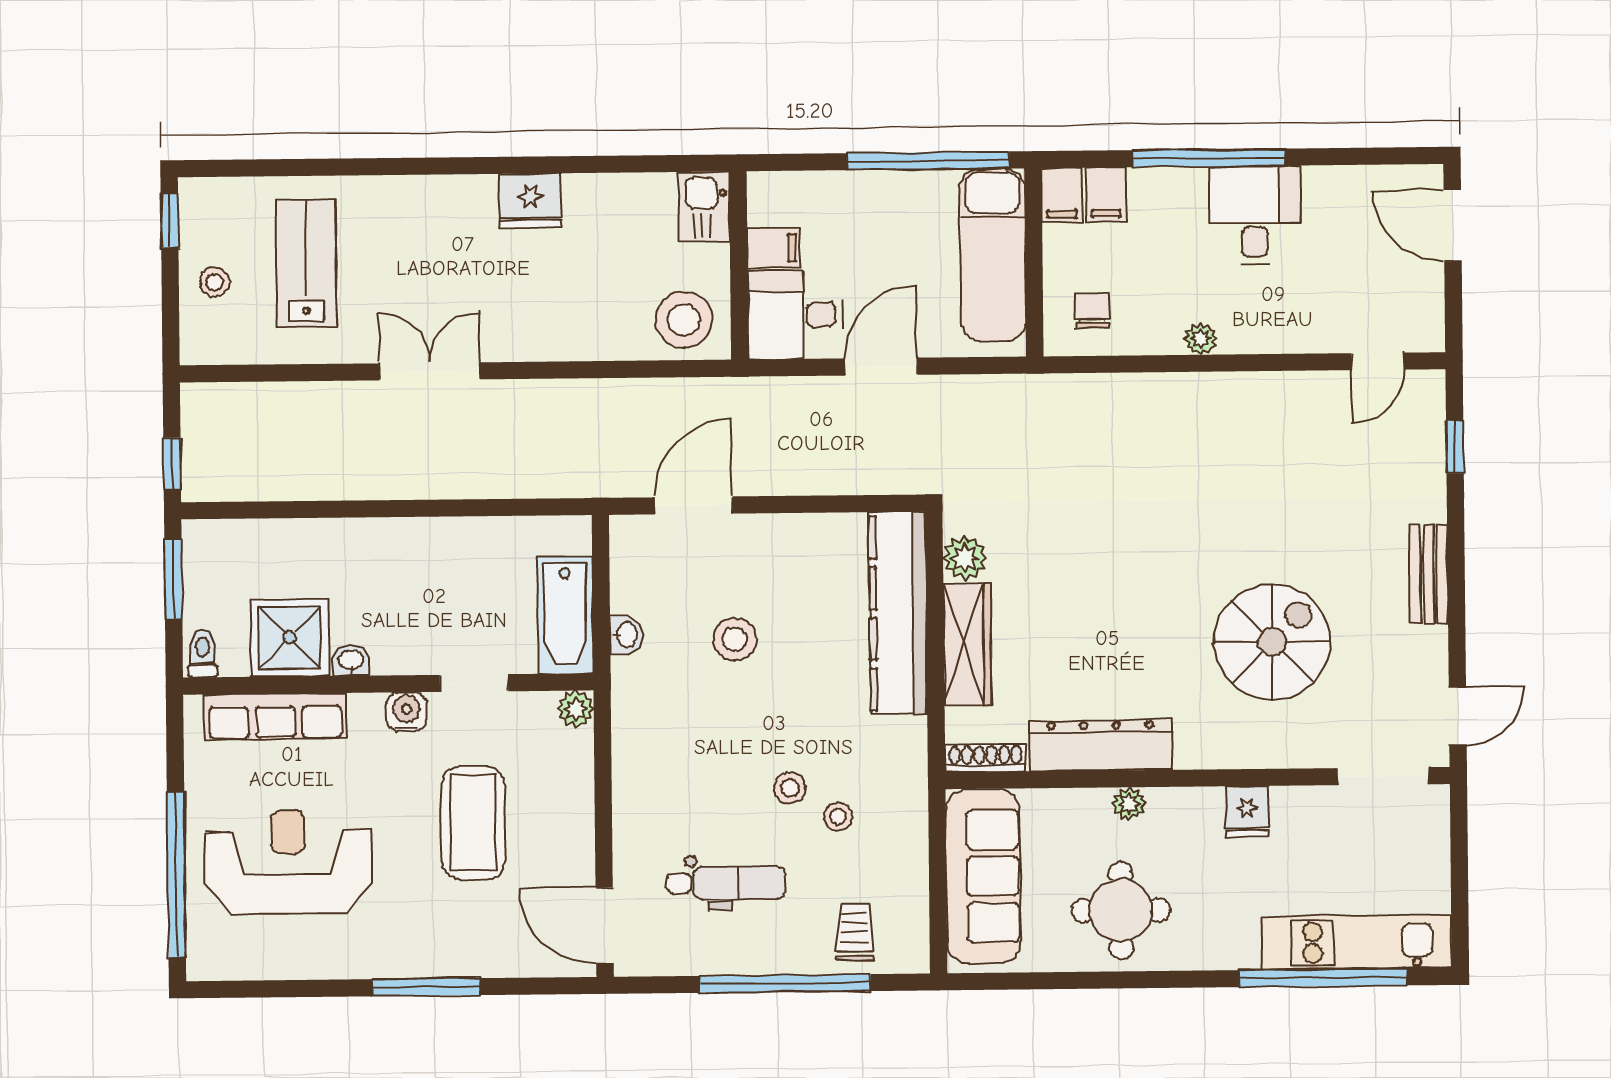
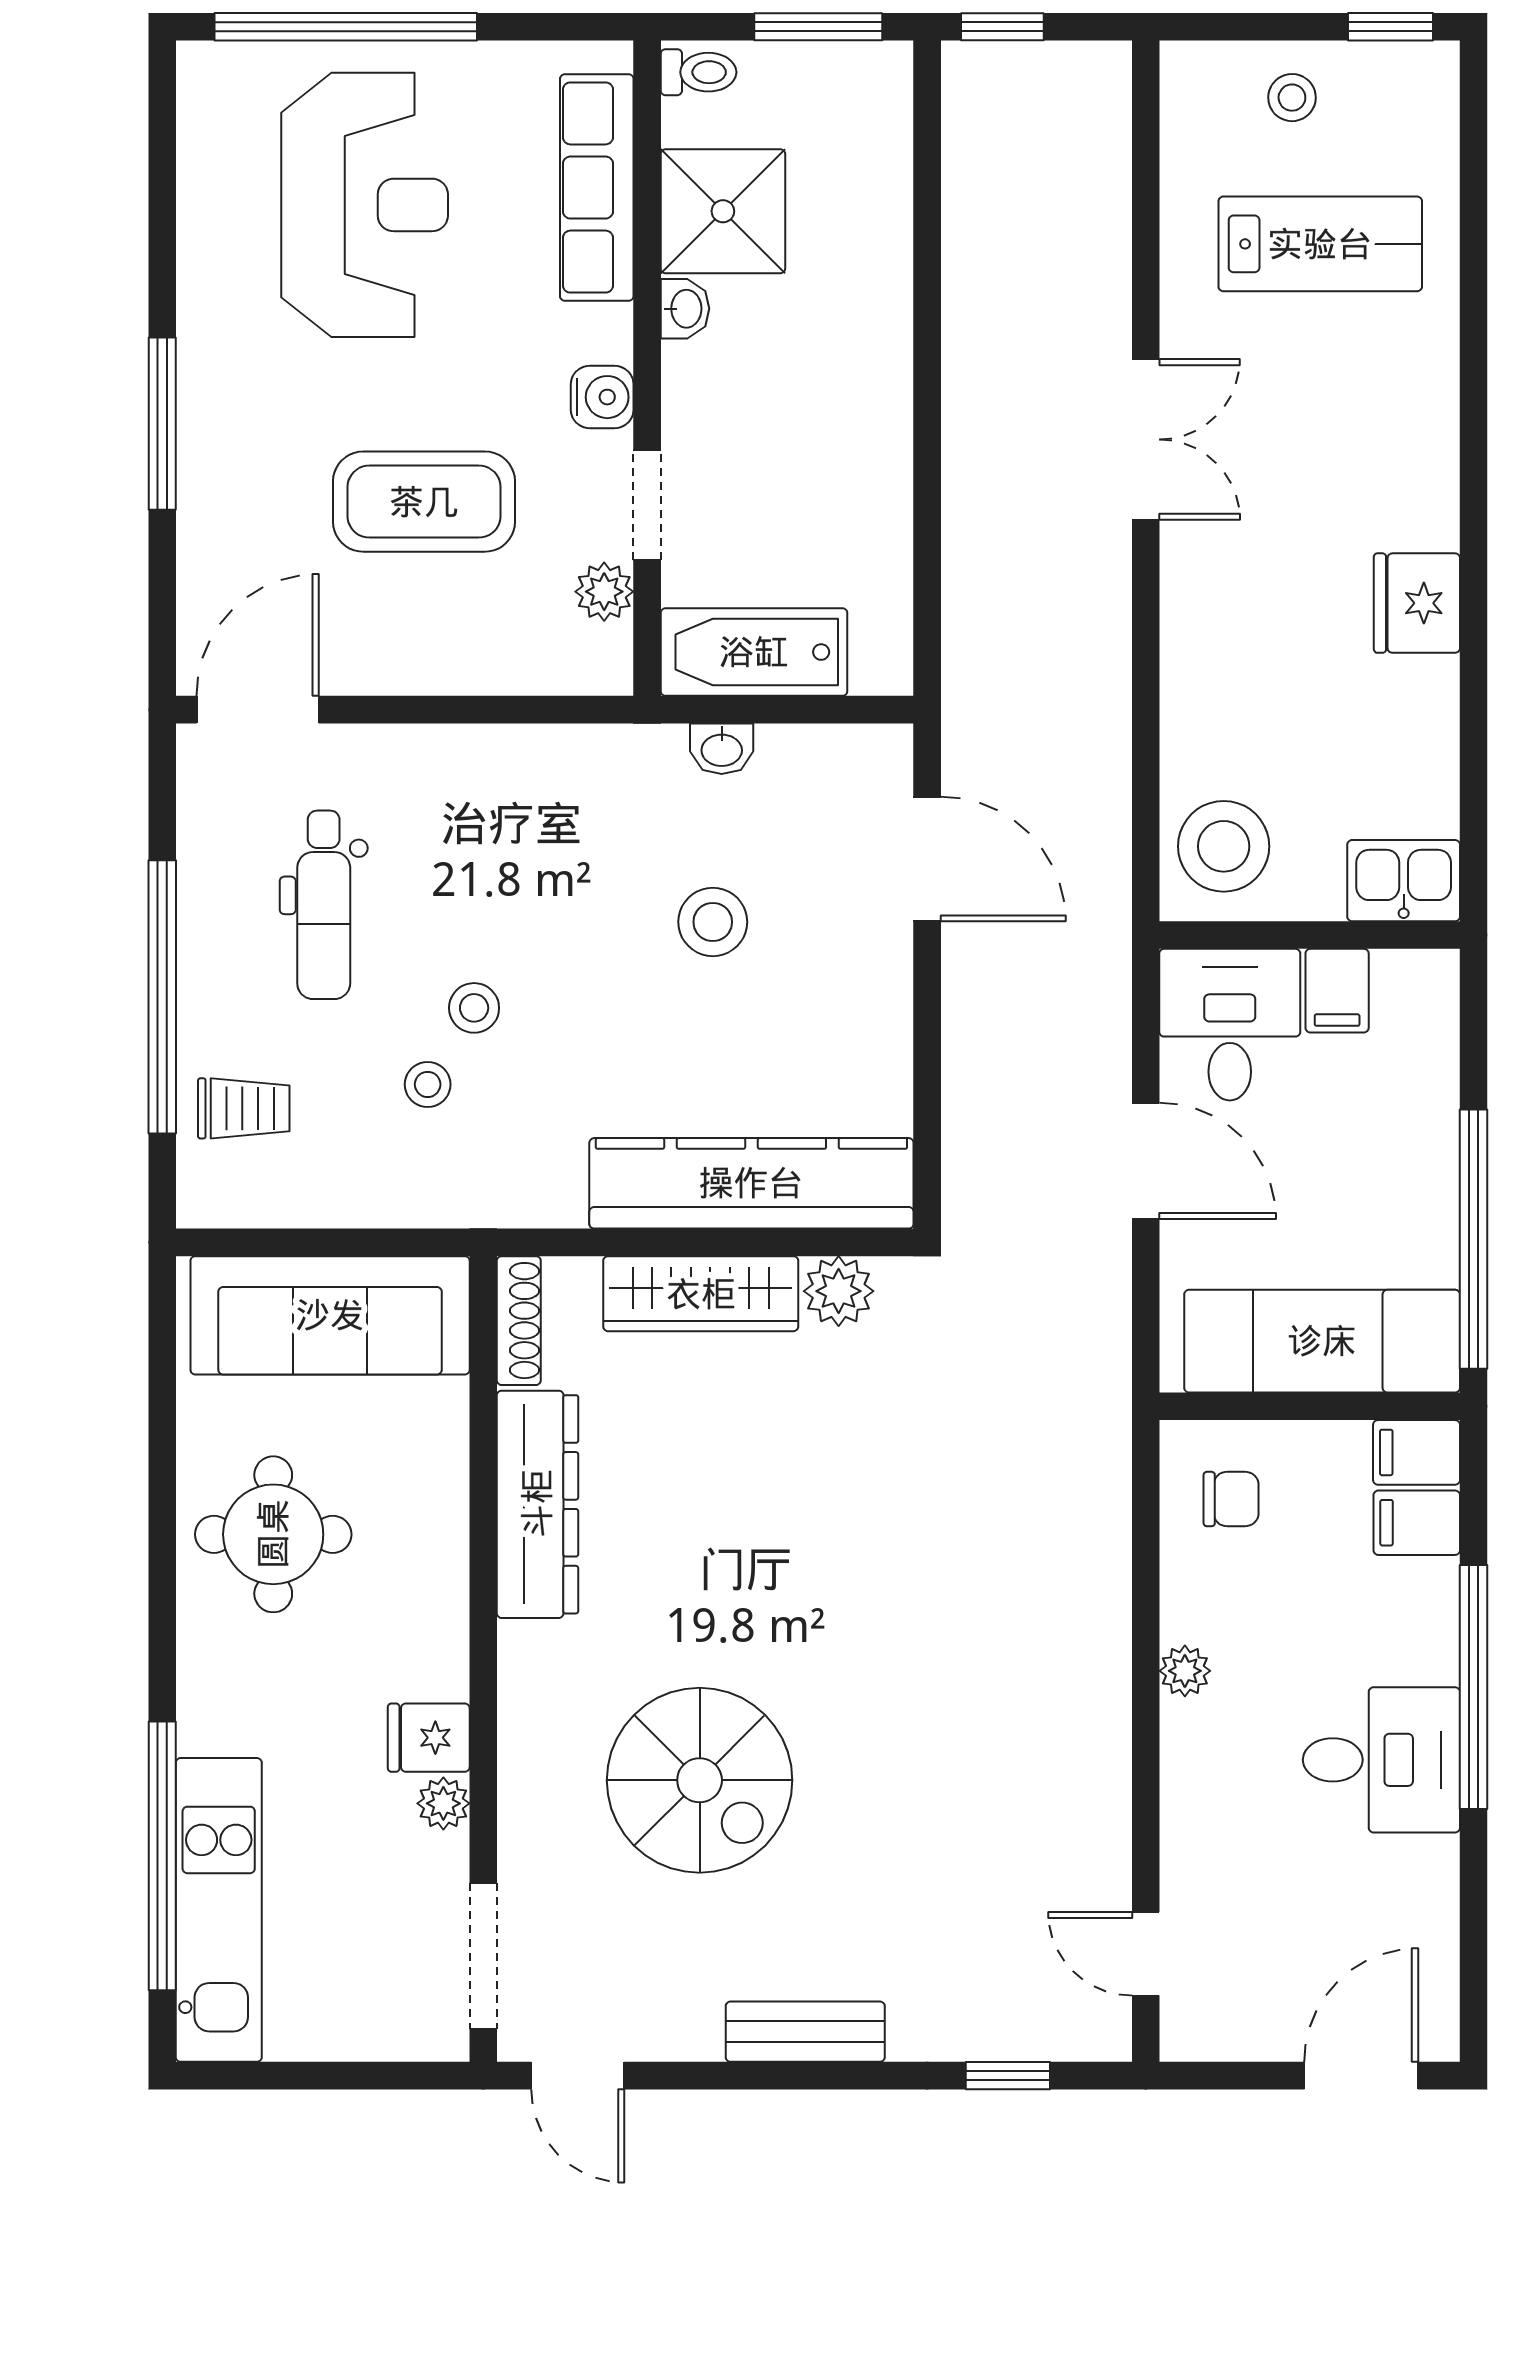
plant: (575, 709) -> (604, 592), moved
plant: (1129, 804) -> (443, 1803), moved

